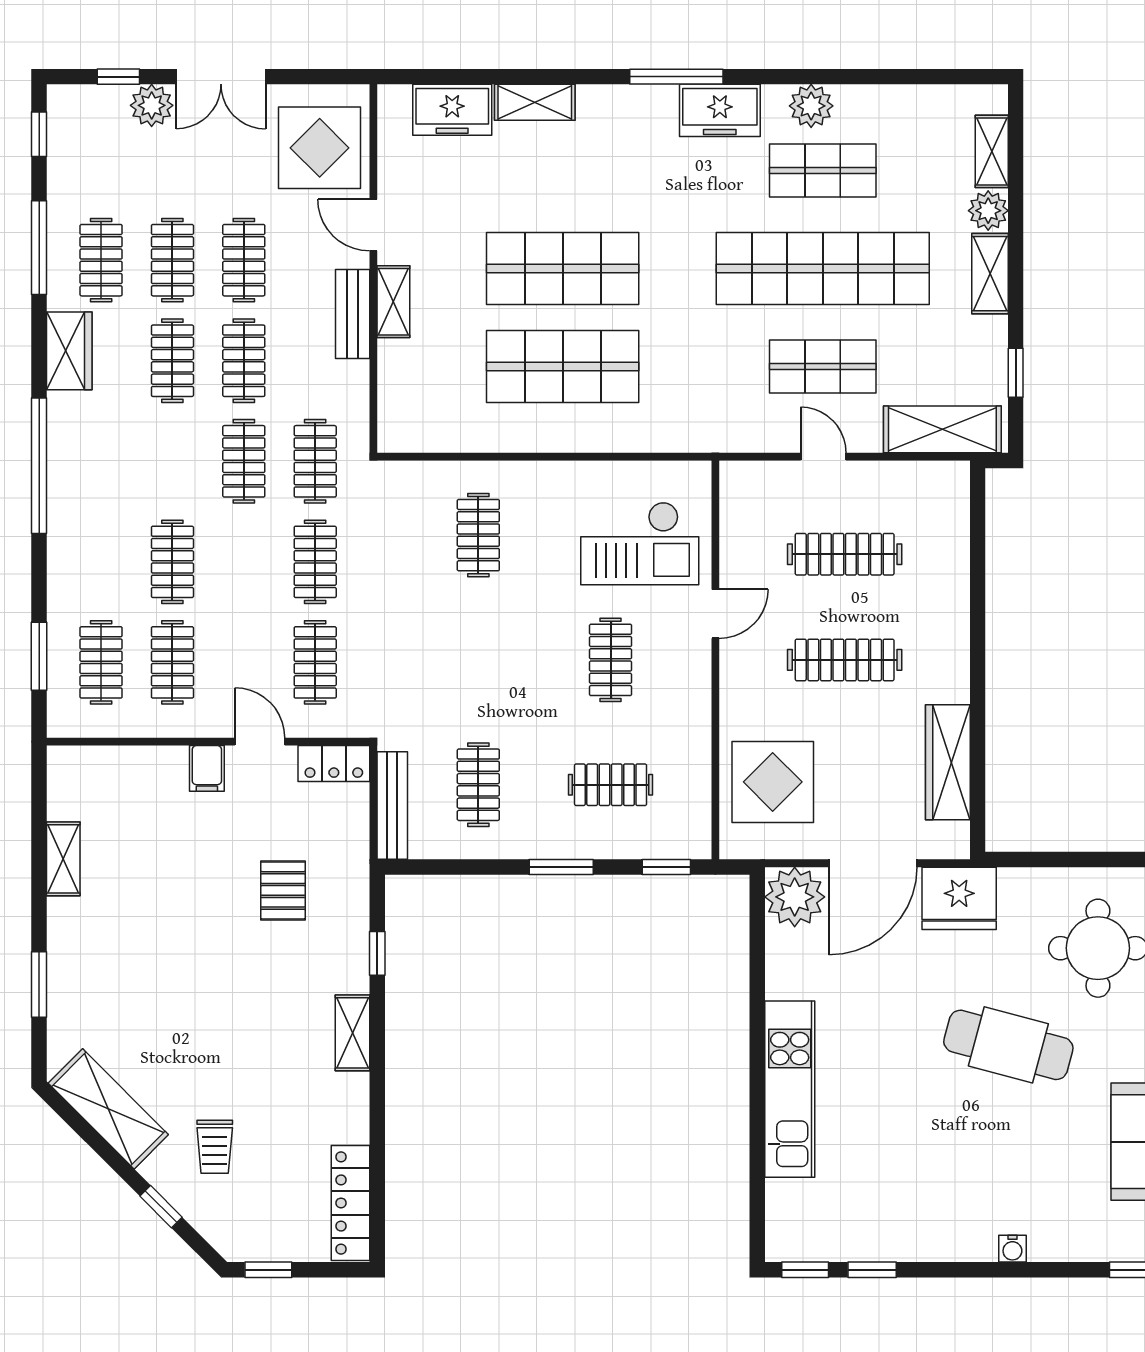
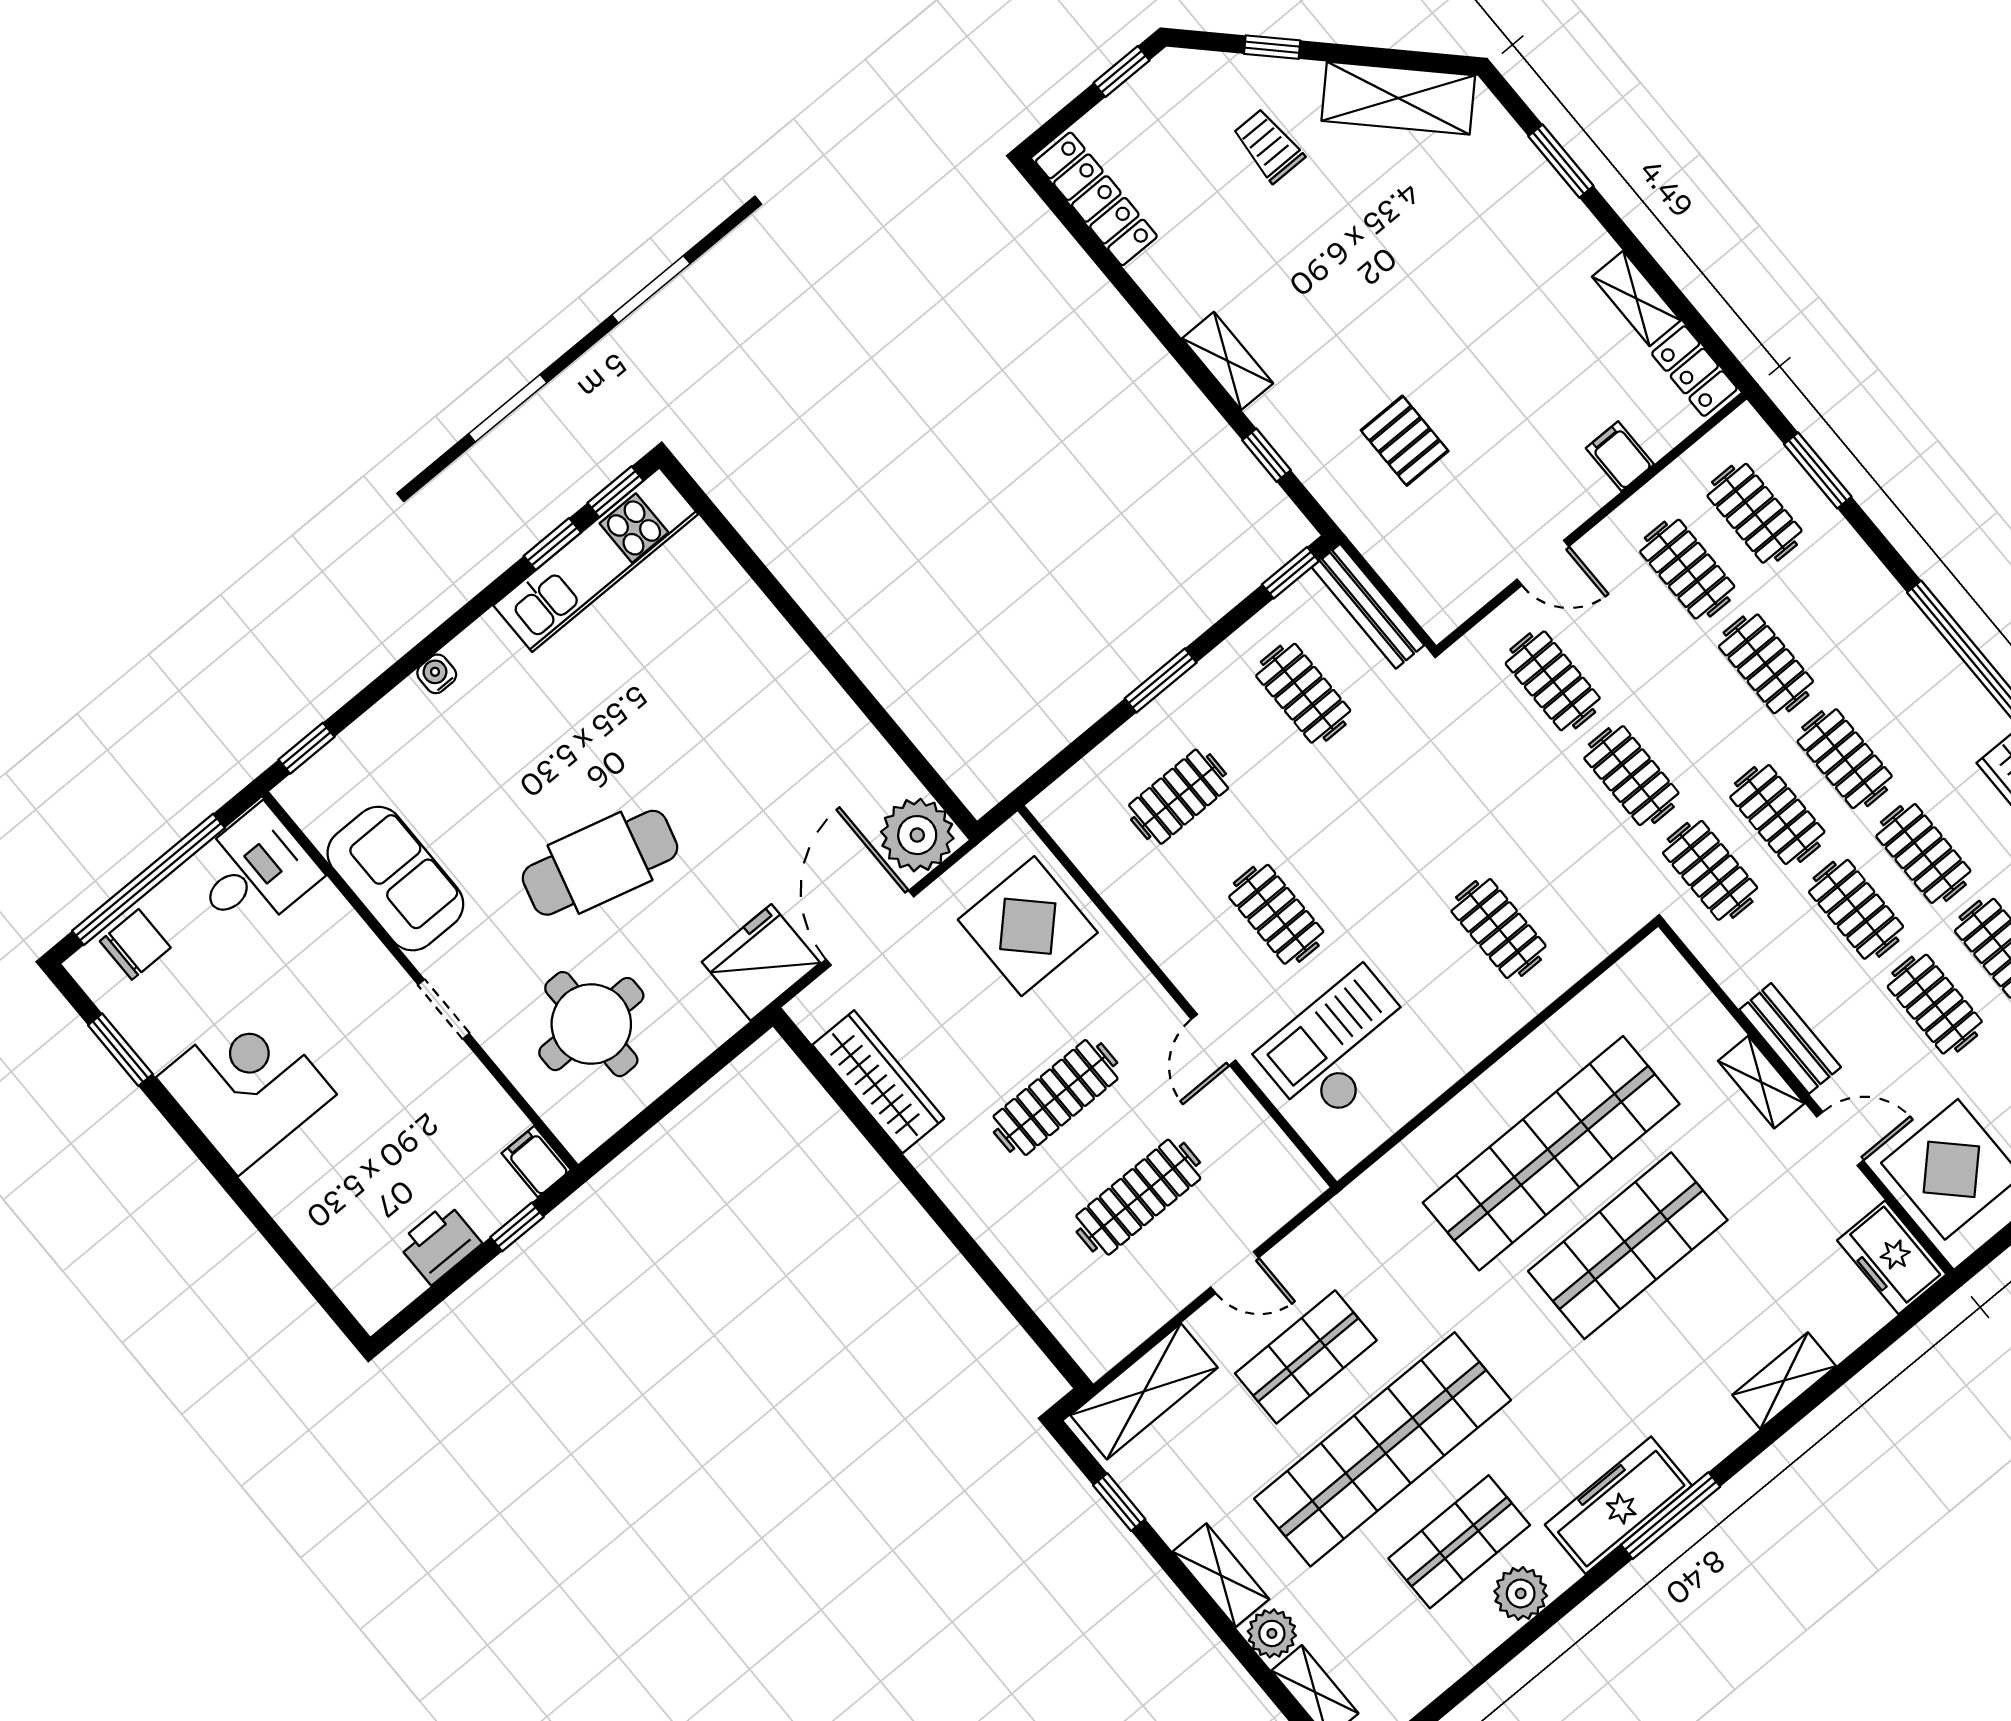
freezer: (452, 110) -> (1892, 1257), moved, turned -90
freezer: (720, 110) -> (1618, 1505), width x1.40
shop shelf: (563, 367) -> (1551, 1153), width x1.40
clothes rail: (172, 461) -> (1845, 759), added
locker: (334, 764) -> (1694, 371), moved, turned -90
filing cabinet: (207, 768) -> (1620, 456), moved
window: (666, 867) -> (1290, 573), moved
kitchen unit: (790, 1089) -> (596, 560), moved, turned -90

